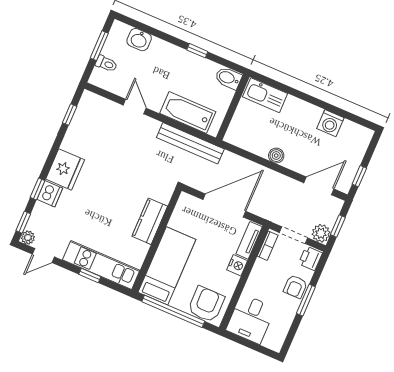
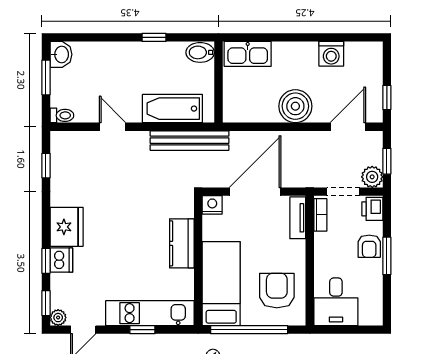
washbasin: (139, 40) -> (61, 54), moved, turned -90
toilet: (106, 64) -> (62, 115), moved
boiler: (276, 156) -> (295, 106), width x1.86, depth x1.86
nightstand: (237, 265) -> (212, 205), moved, turned -90
armchair: (206, 304) -> (277, 291), moved

